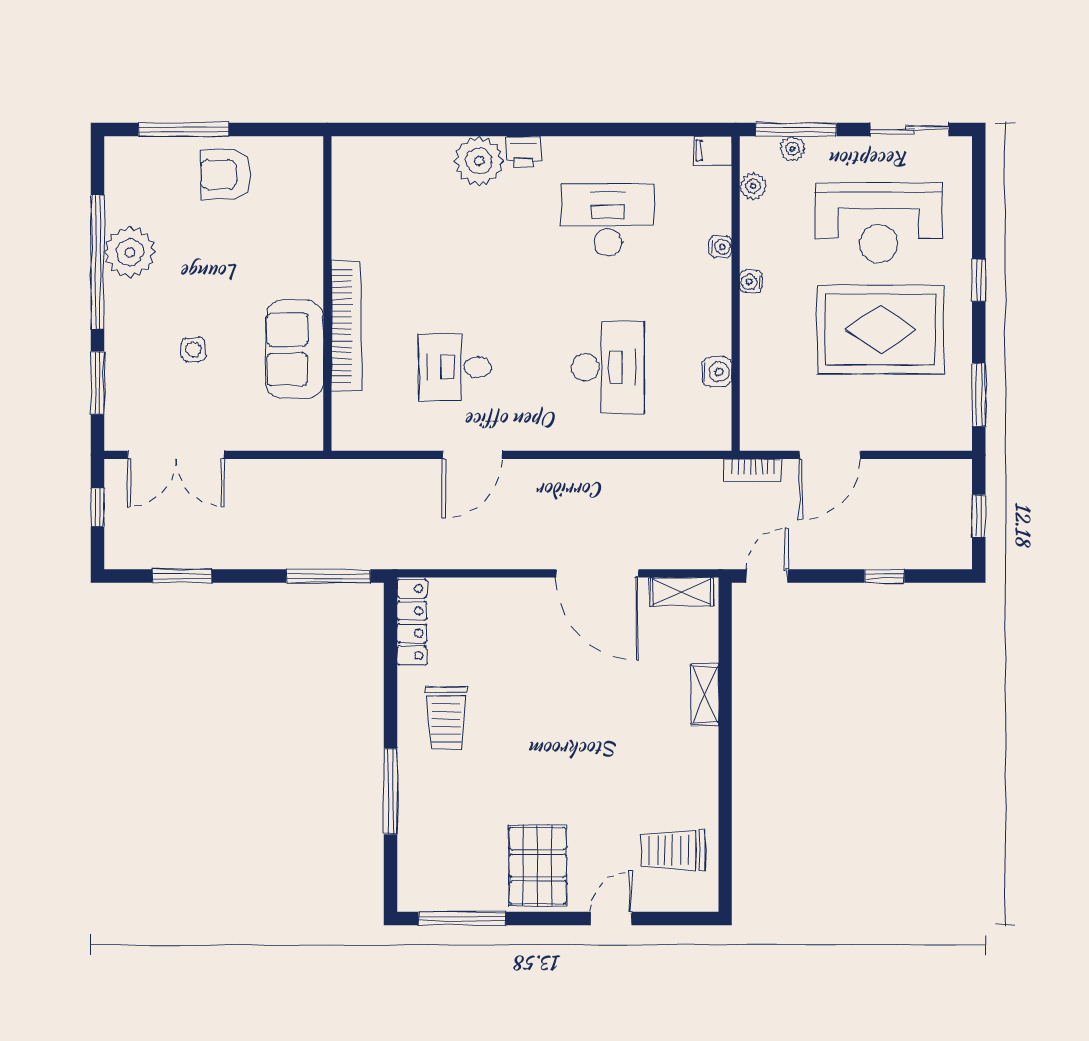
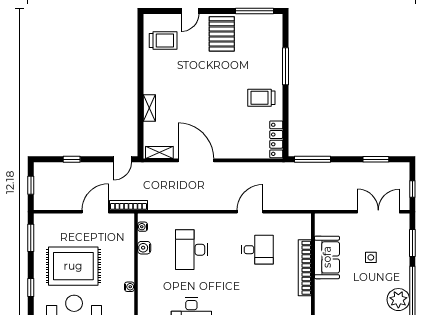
water cooler: (721, 247) -> (143, 227), moved
bookcase: (753, 470) -> (128, 205), width x1.56
trolley: (446, 718) -> (261, 98), turned -90

